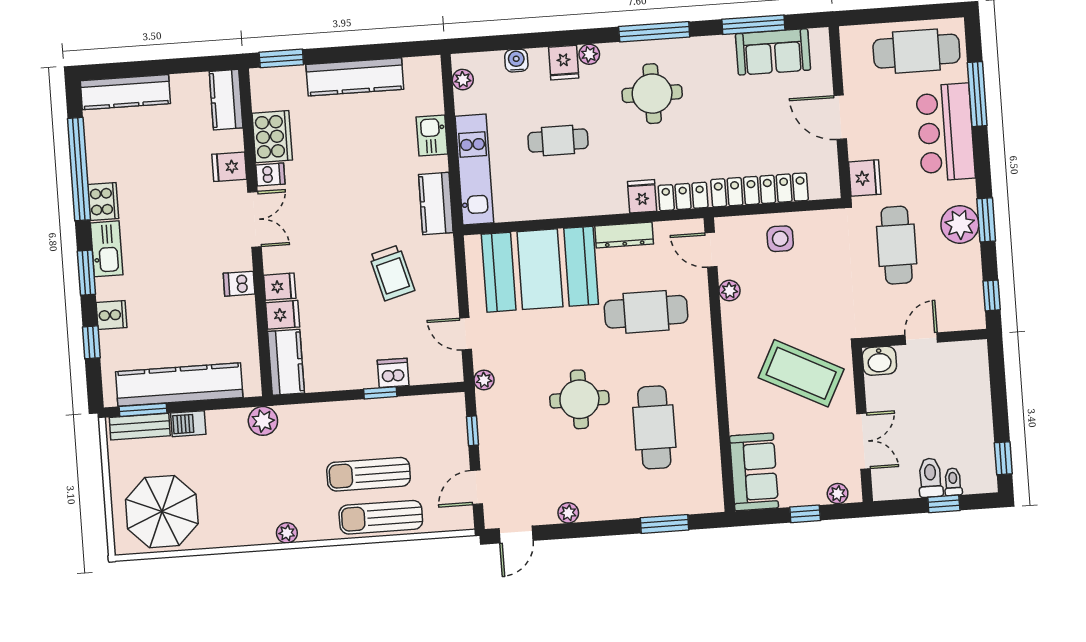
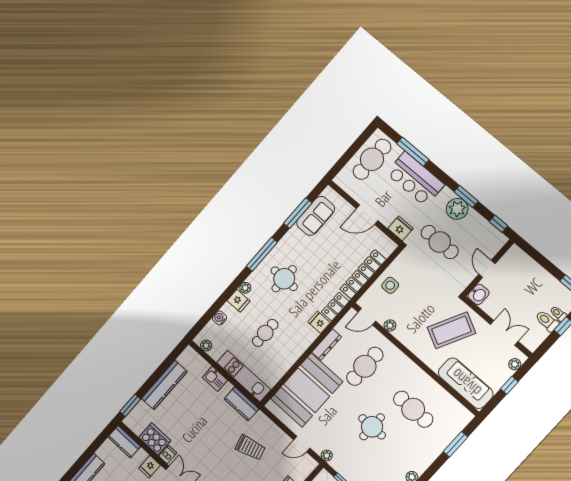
sofa: (754, 472) -> (466, 383), width x1.36

